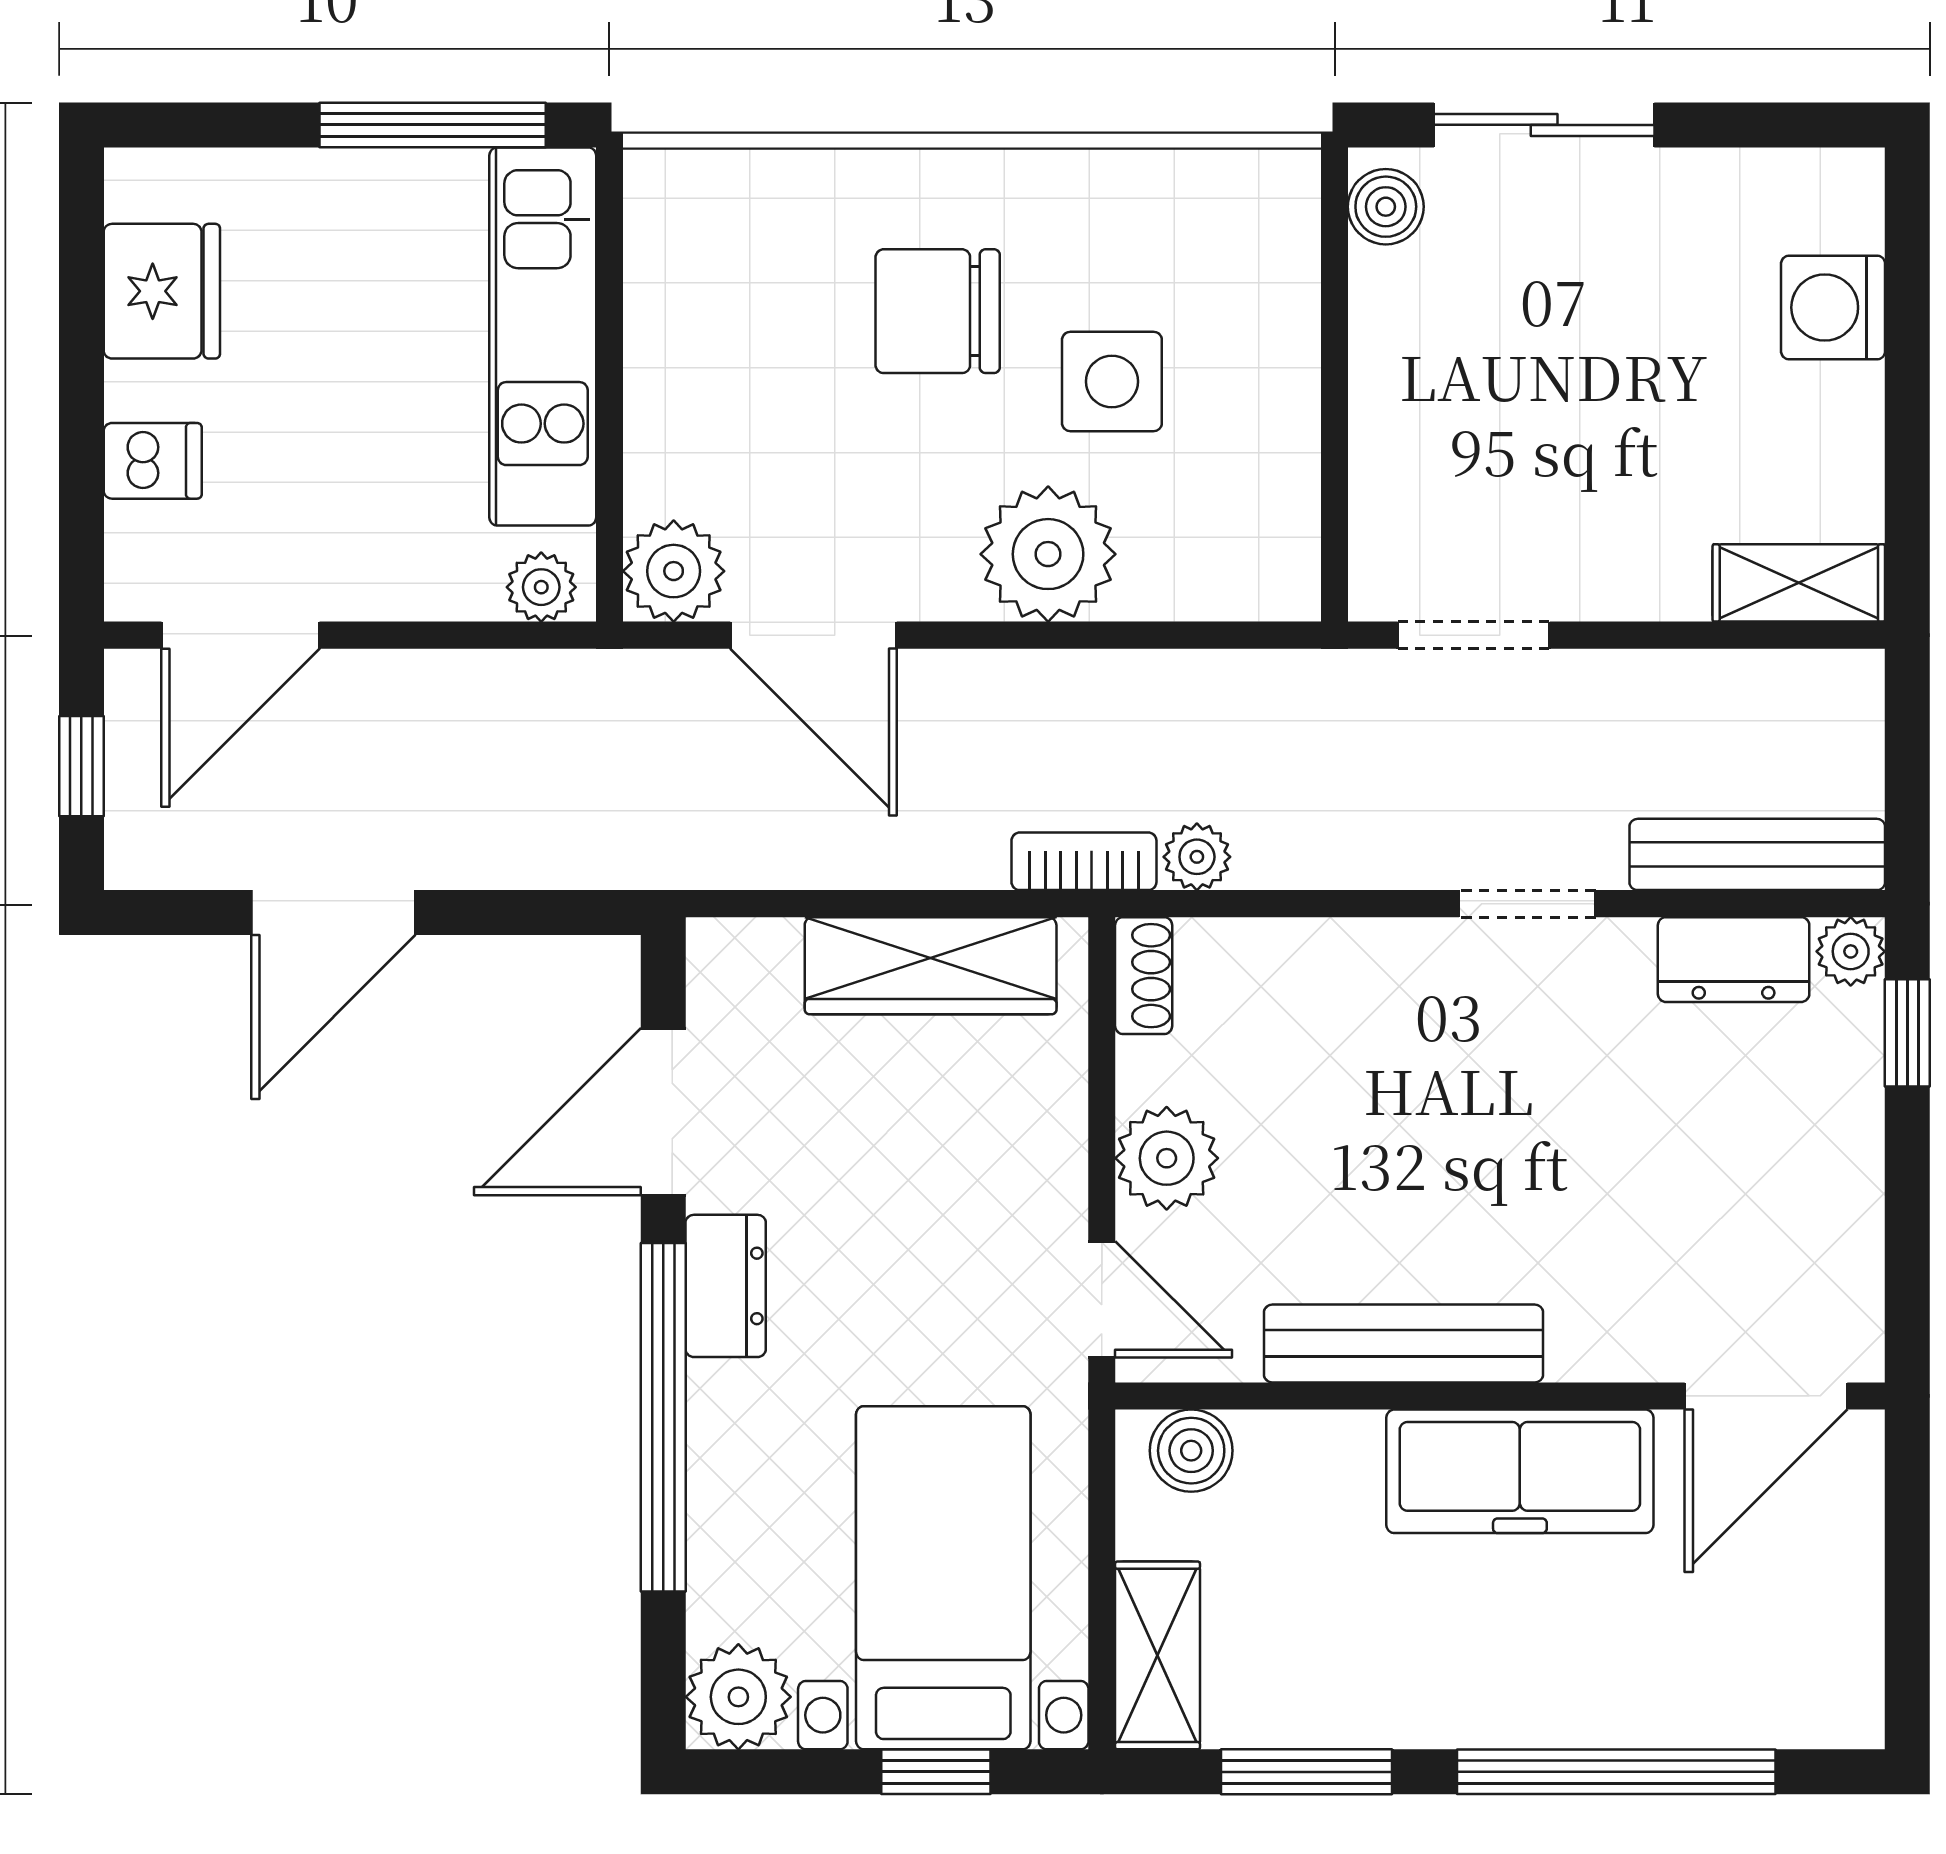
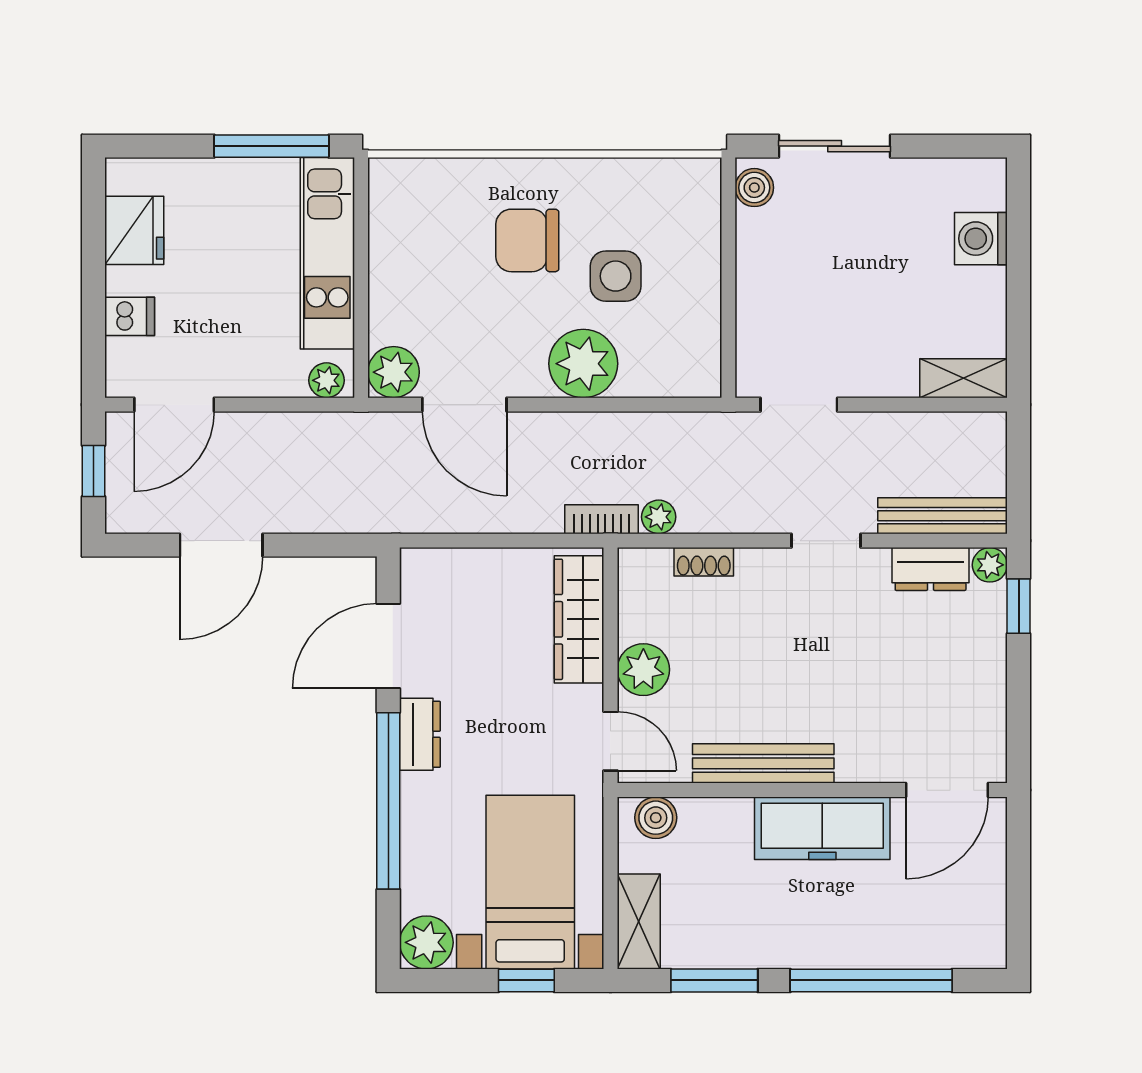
wardrobe: (931, 966) -> (579, 619), moved, turned 90
shoe rack: (1144, 976) -> (704, 562), moved, turned 90

